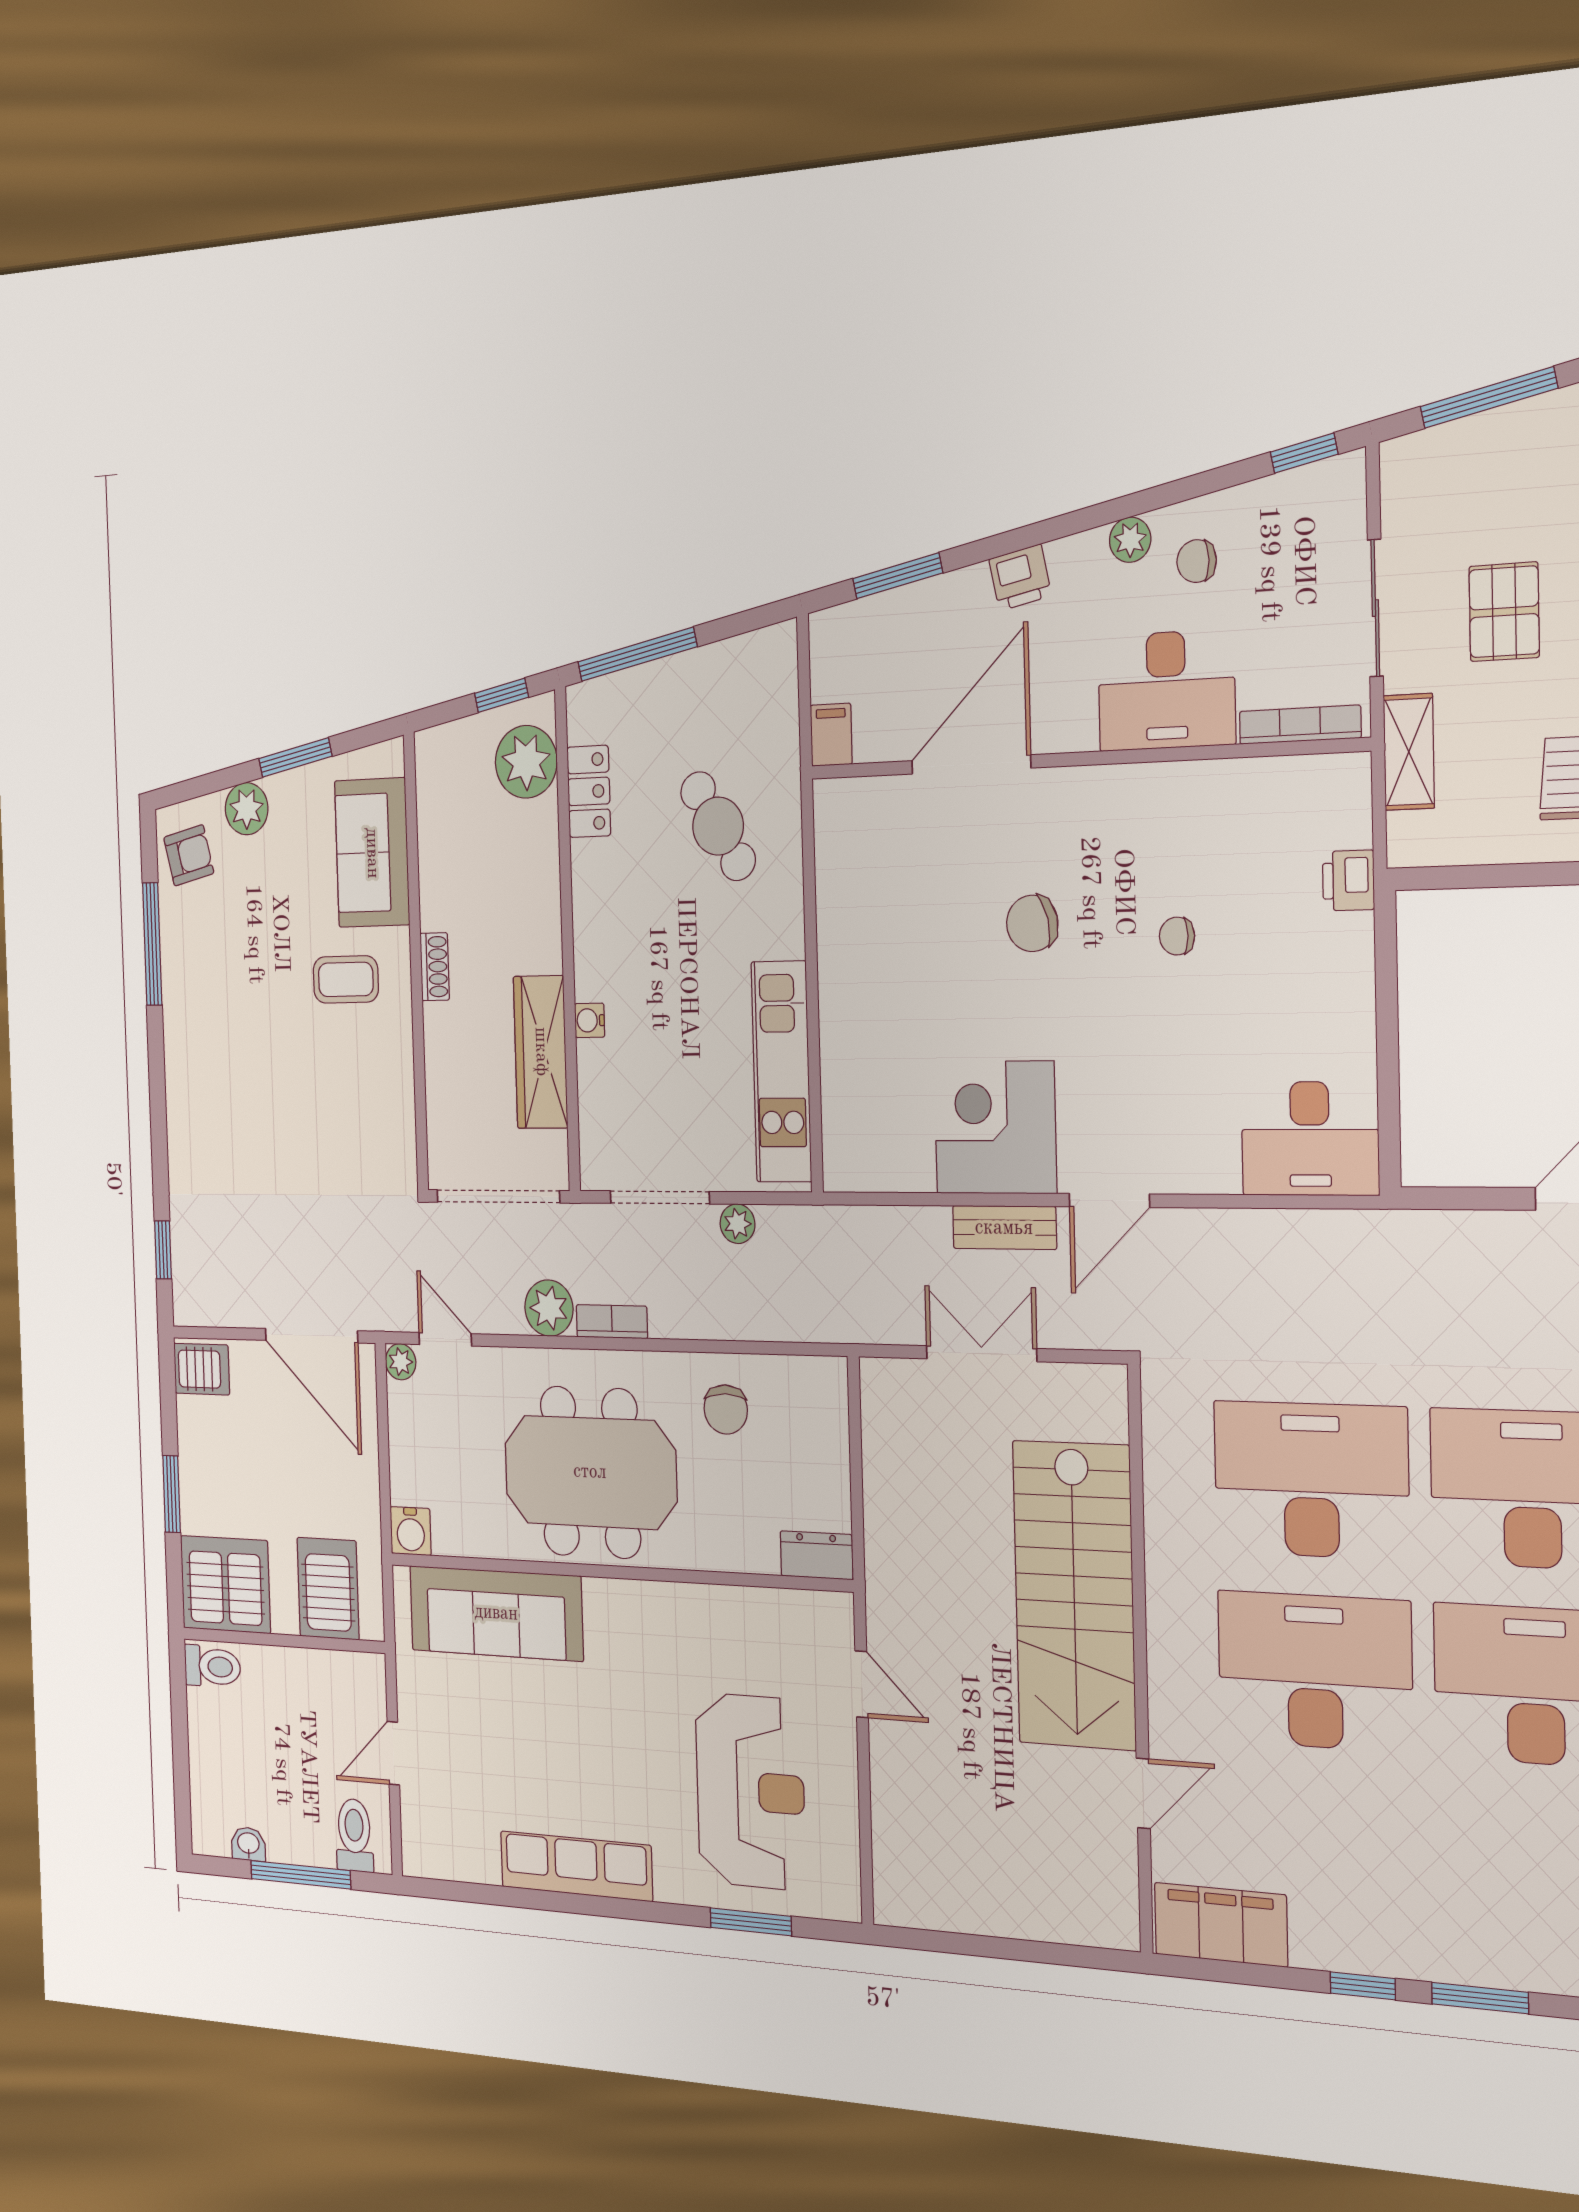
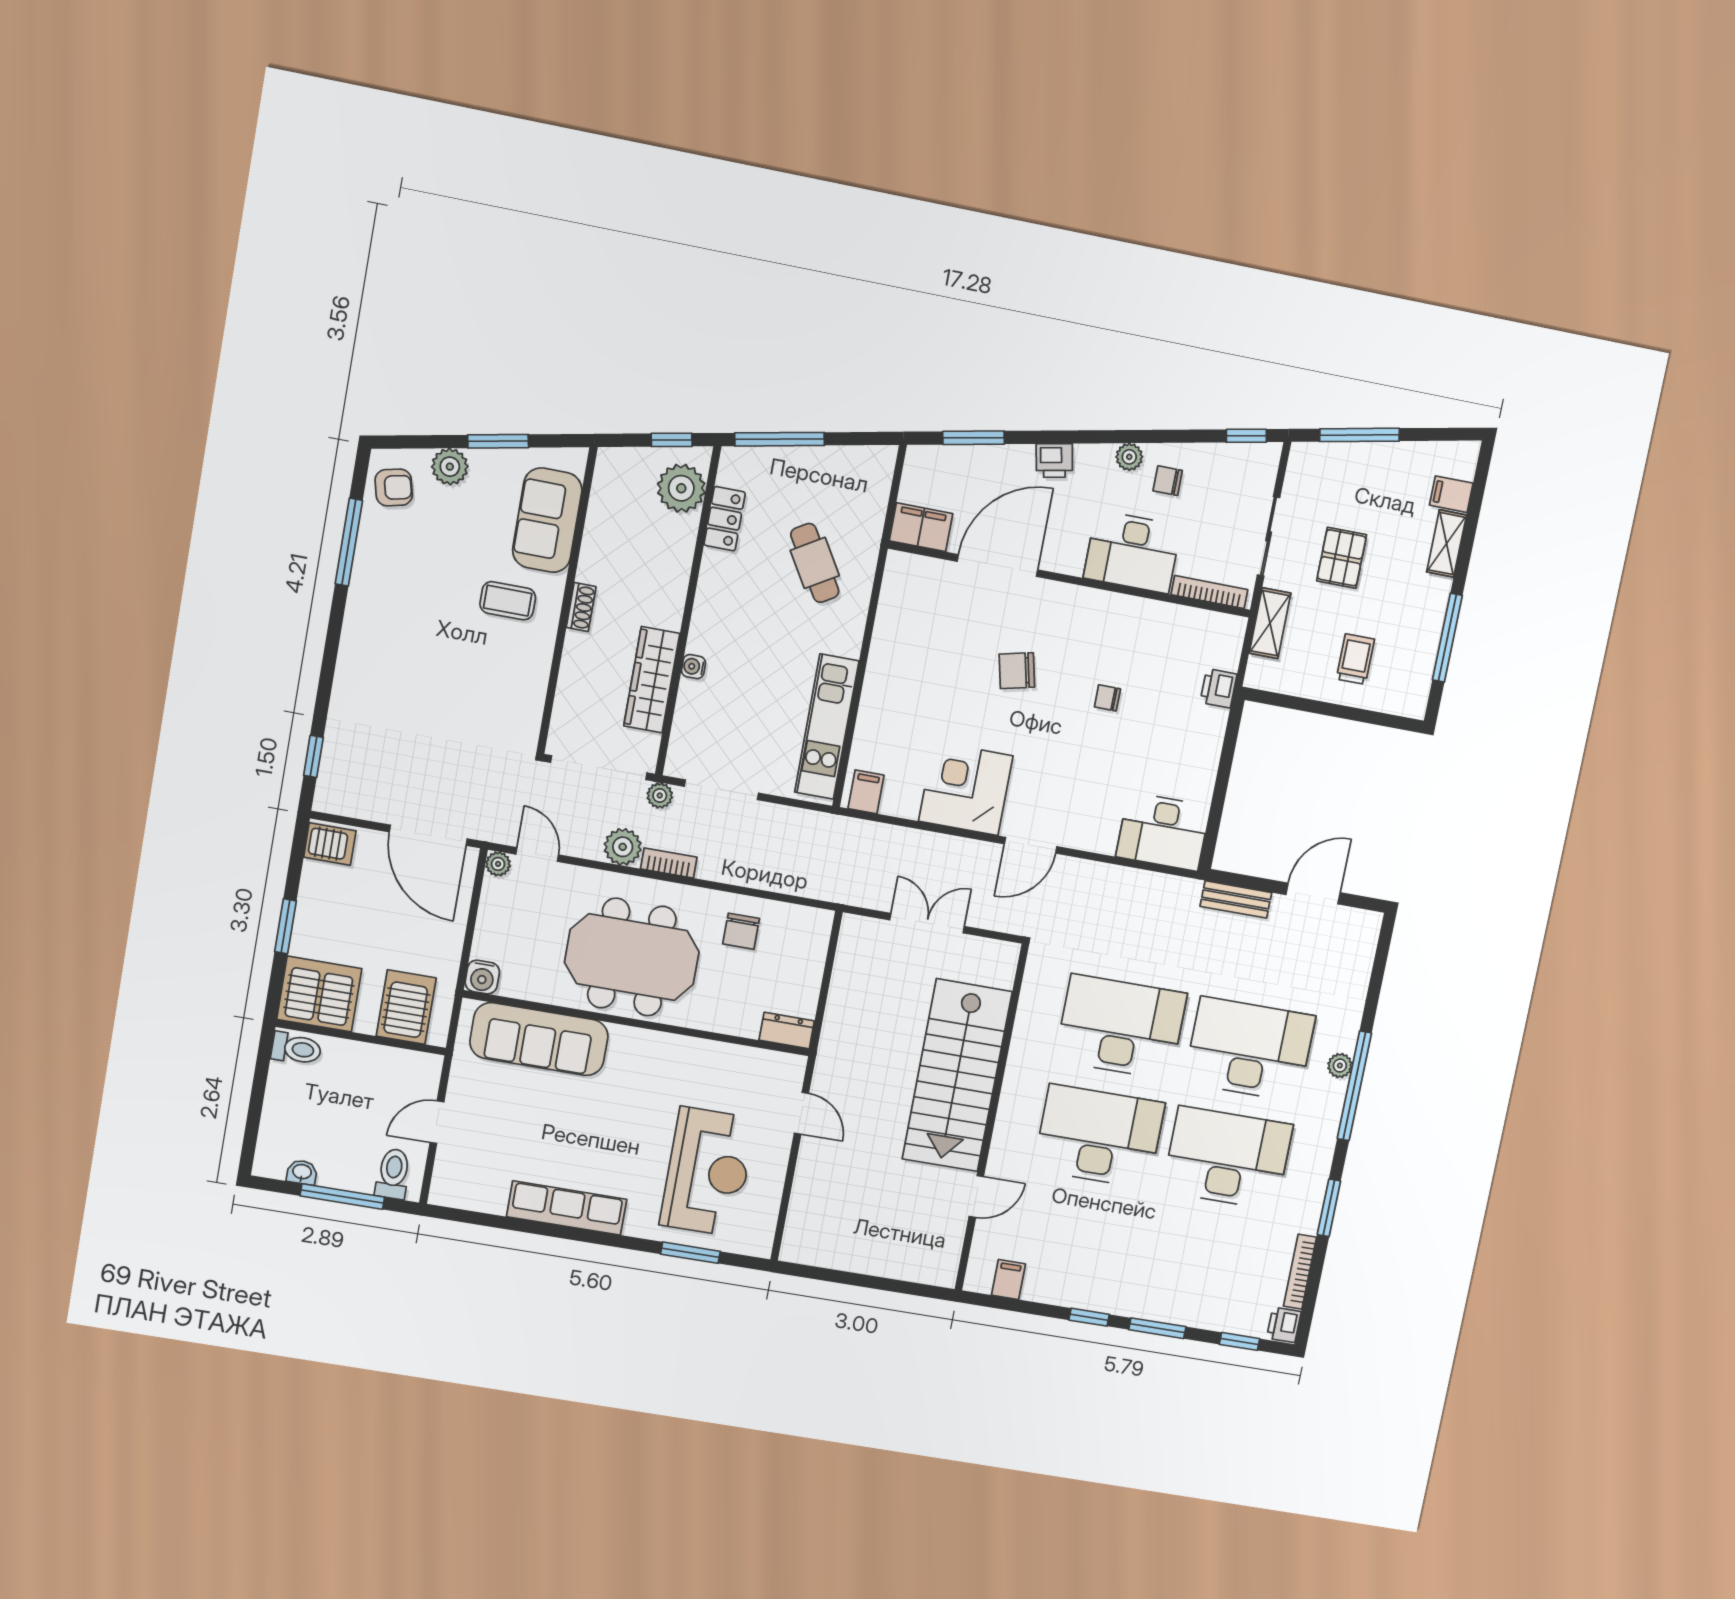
filing cabinet: (831, 735) -> (921, 527), width x2.00
filing cabinet: (855, 1161) -> (866, 792), added
plant: (738, 1224) -> (660, 795), moved
bench: (1004, 1228) -> (1236, 899), moved
filing cabinet: (1221, 1925) -> (1008, 1280), width x0.33, depth x0.86

